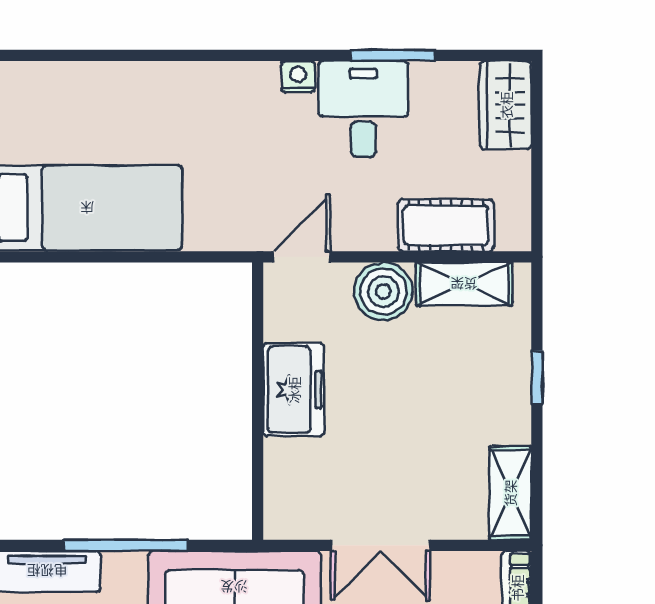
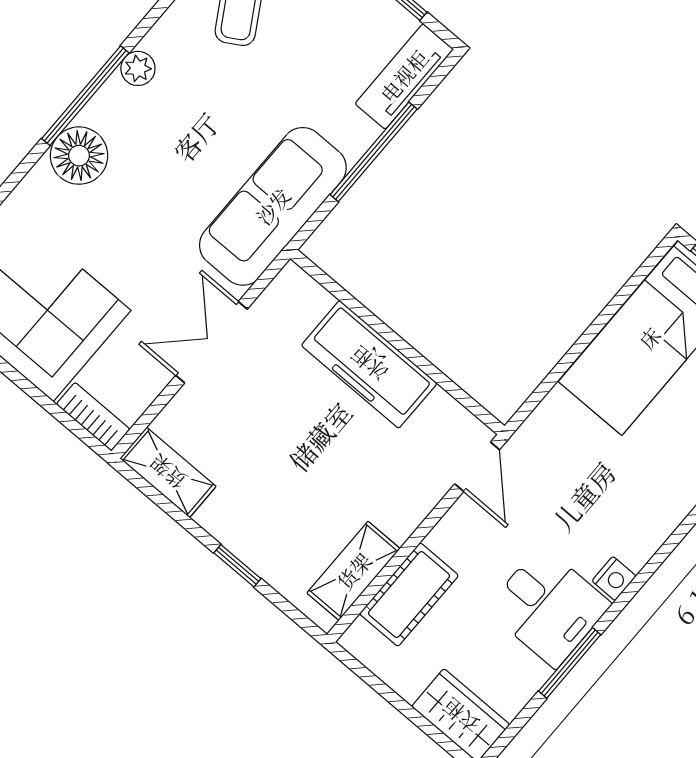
boiler: (383, 291) -> (399, 506), removed
freezer: (294, 390) -> (369, 364), width x1.40

